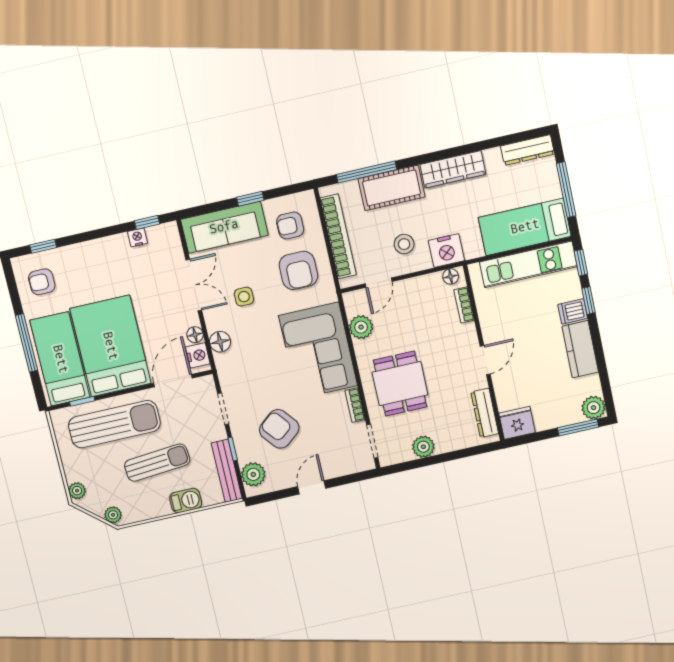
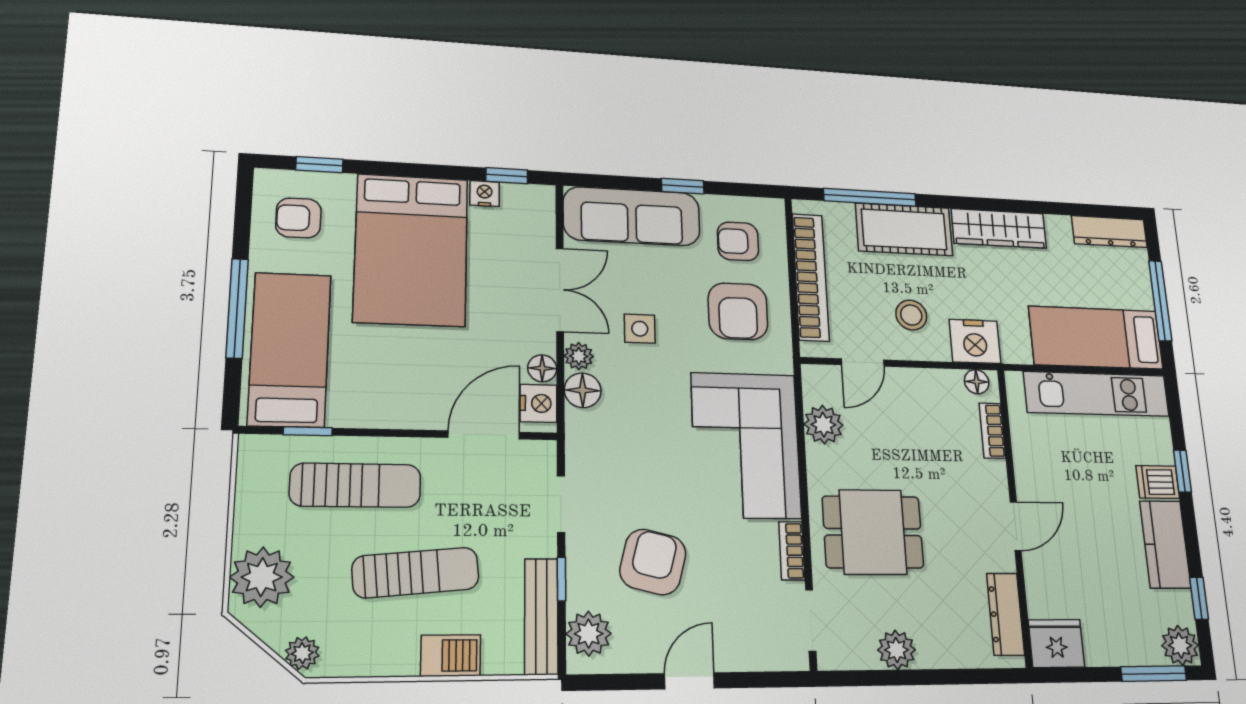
window: (581, 263) -> (1199, 598), moved
plant: (213, 322) -> (579, 356), added
bed: (110, 346) -> (411, 250), moved, turned 180
dining table: (400, 384) -> (873, 532), turned 90
sun lounger: (114, 424) -> (355, 485), width x0.73, depth x0.75
armchair: (279, 429) -> (653, 562), turned 53
plant: (77, 491) -> (262, 577), width x1.88, depth x1.88

